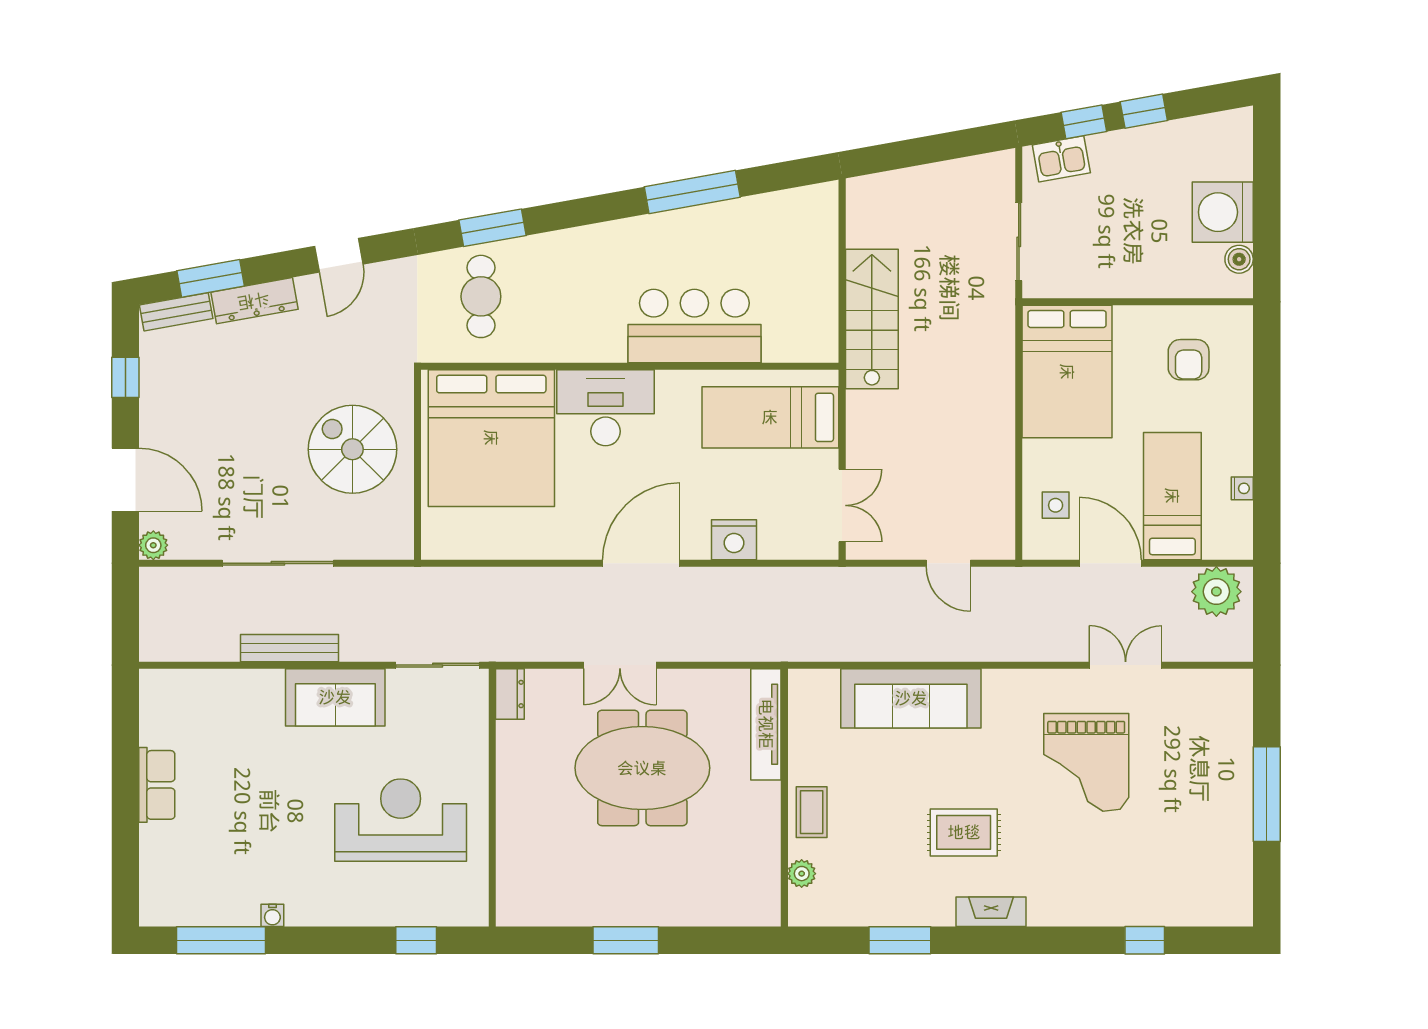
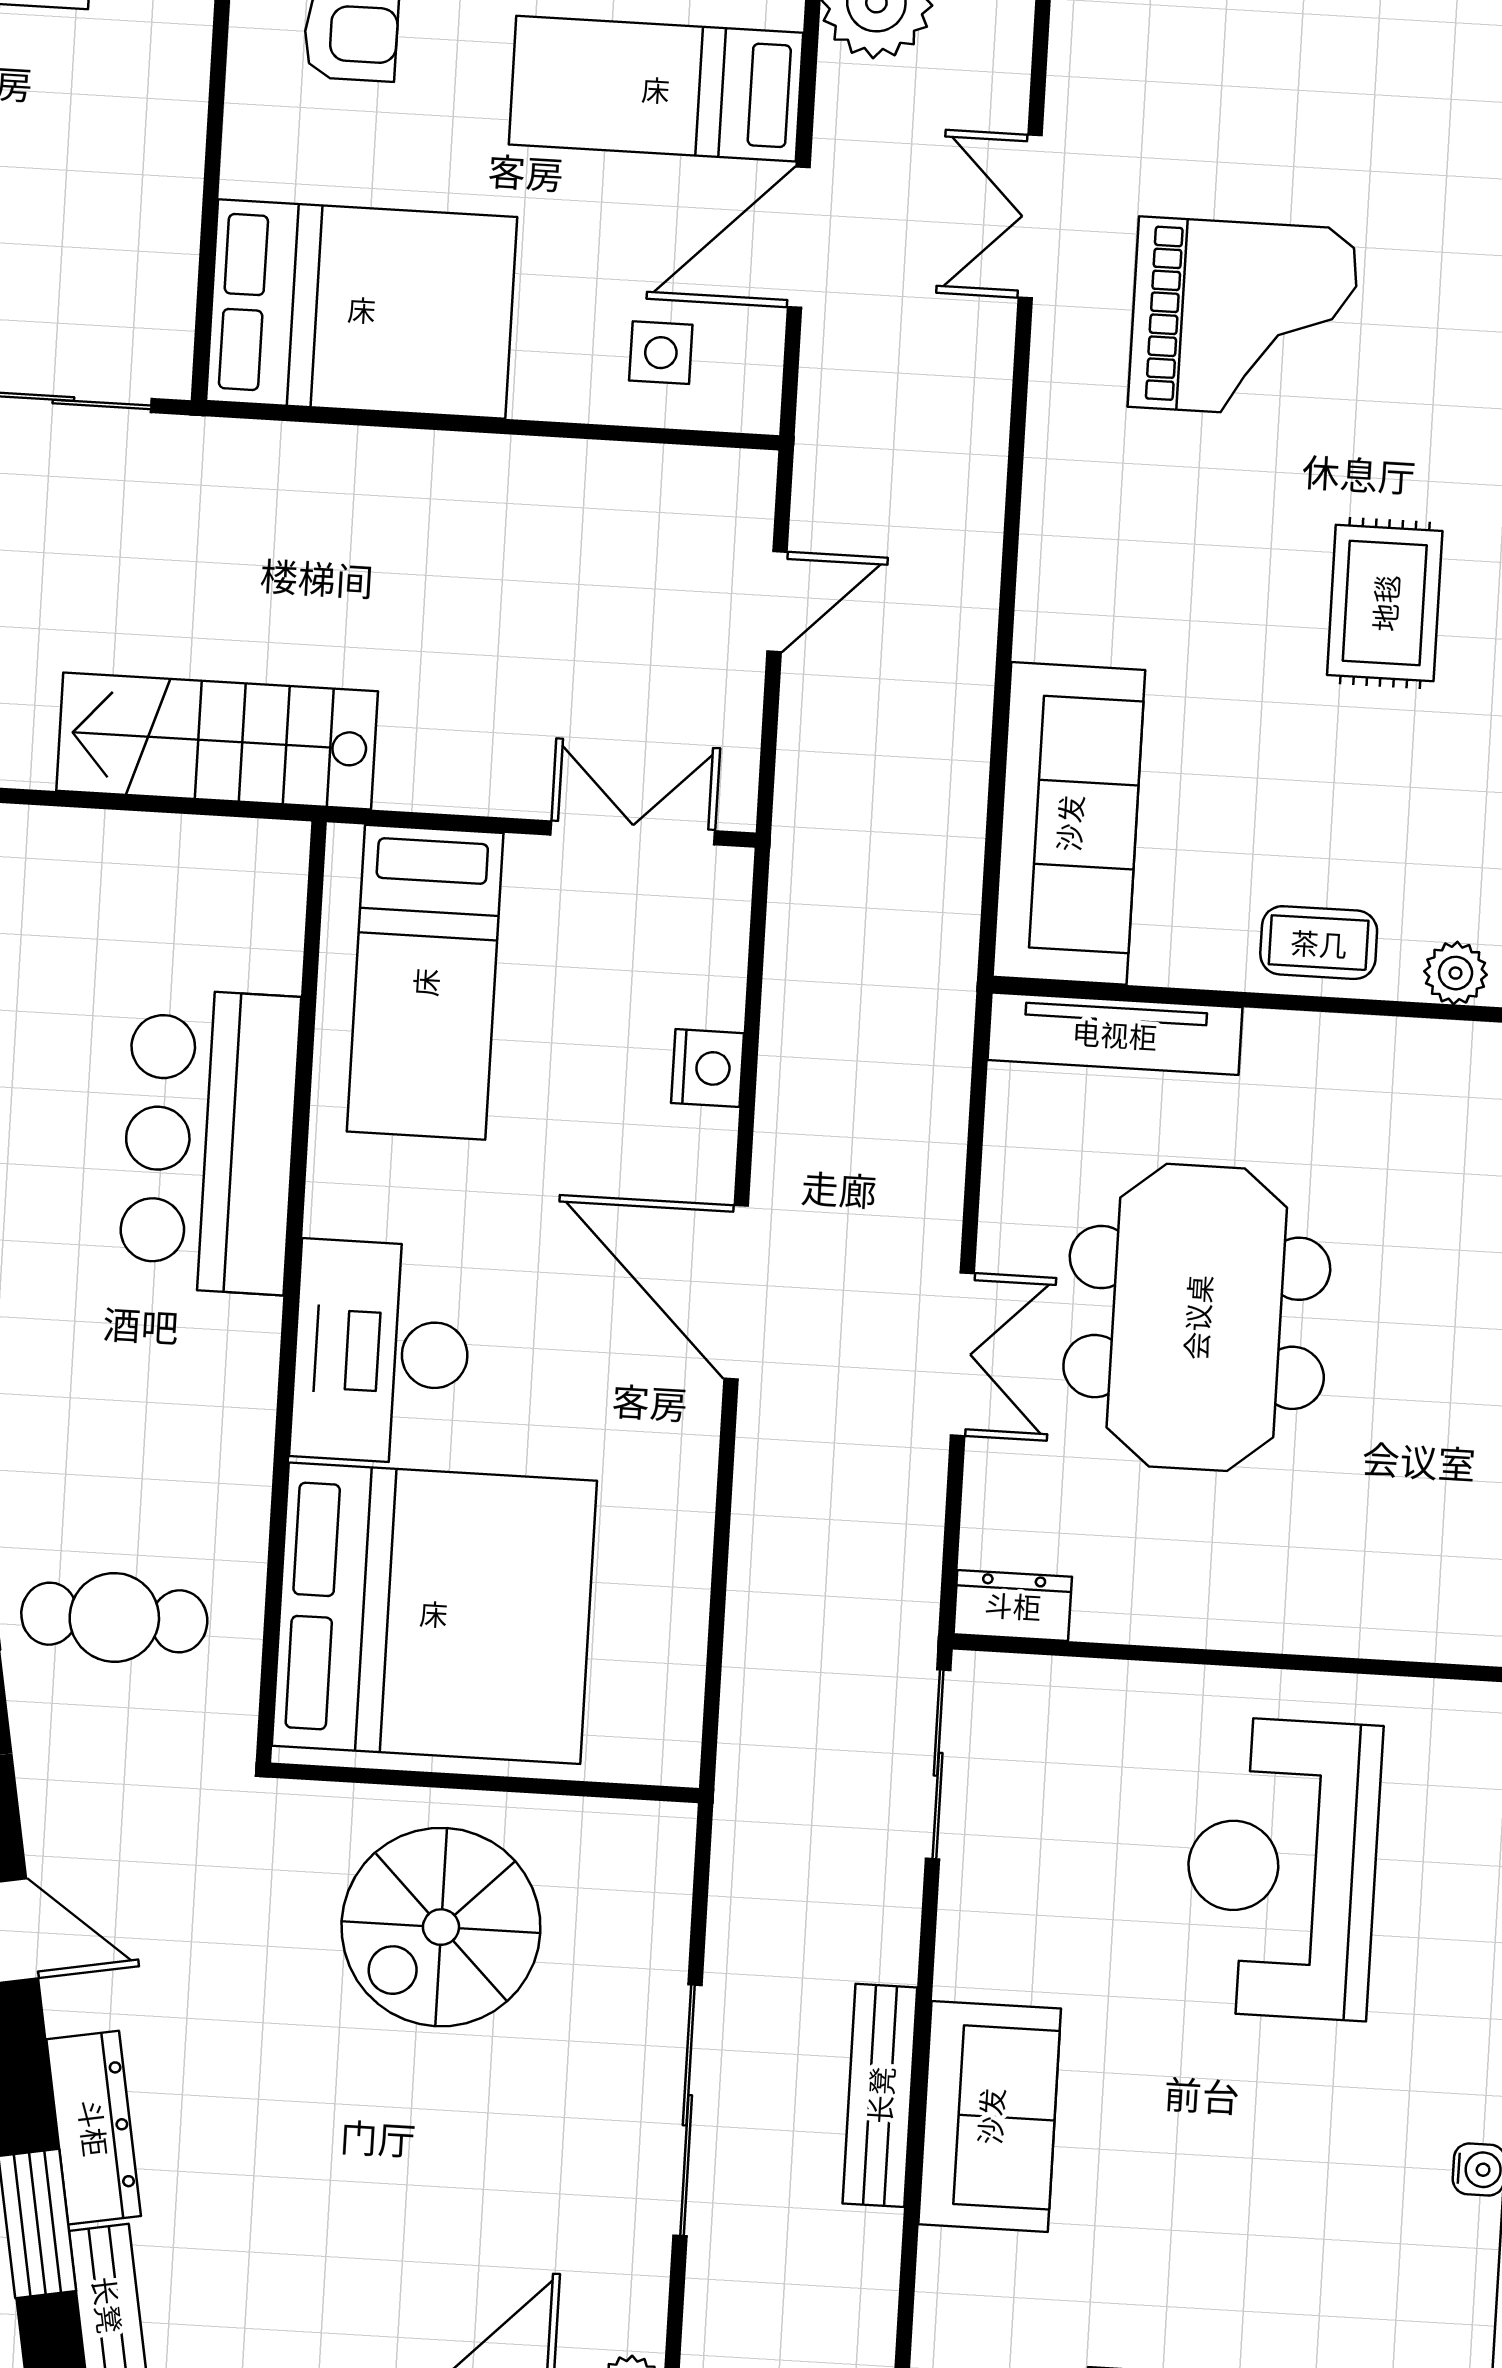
nightstand: (734, 540) -> (707, 1068), width x0.74, depth x0.75
sofa: (335, 697) -> (990, 2116), moved
sofa: (911, 698) -> (1069, 823), moved

